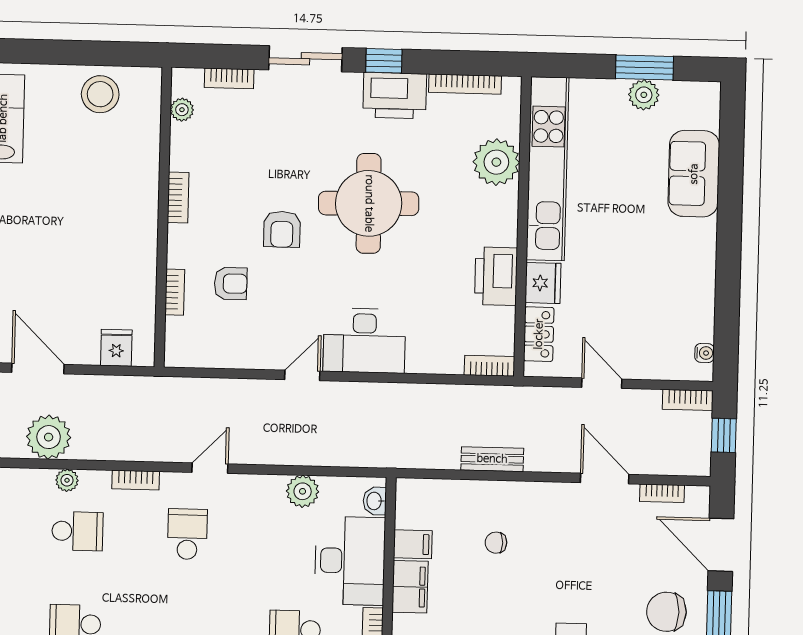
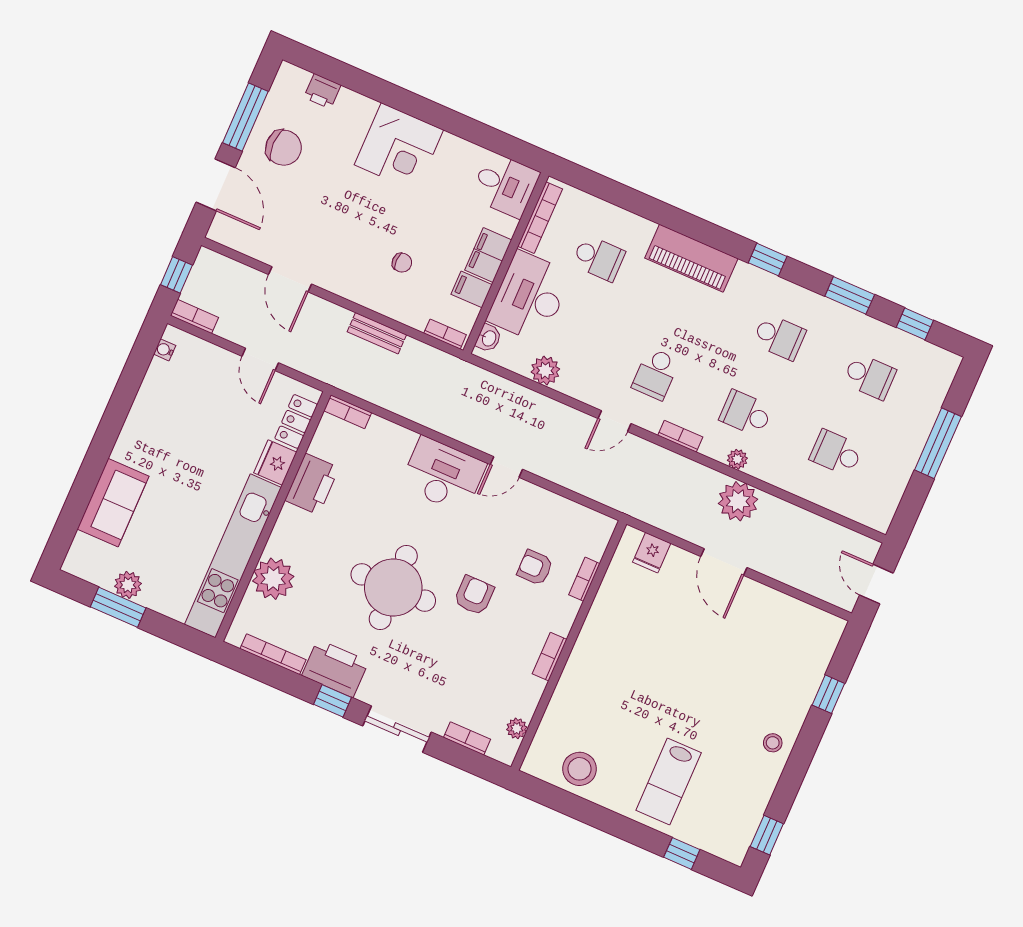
bookcase: (662, 493) -> (445, 334), moved

